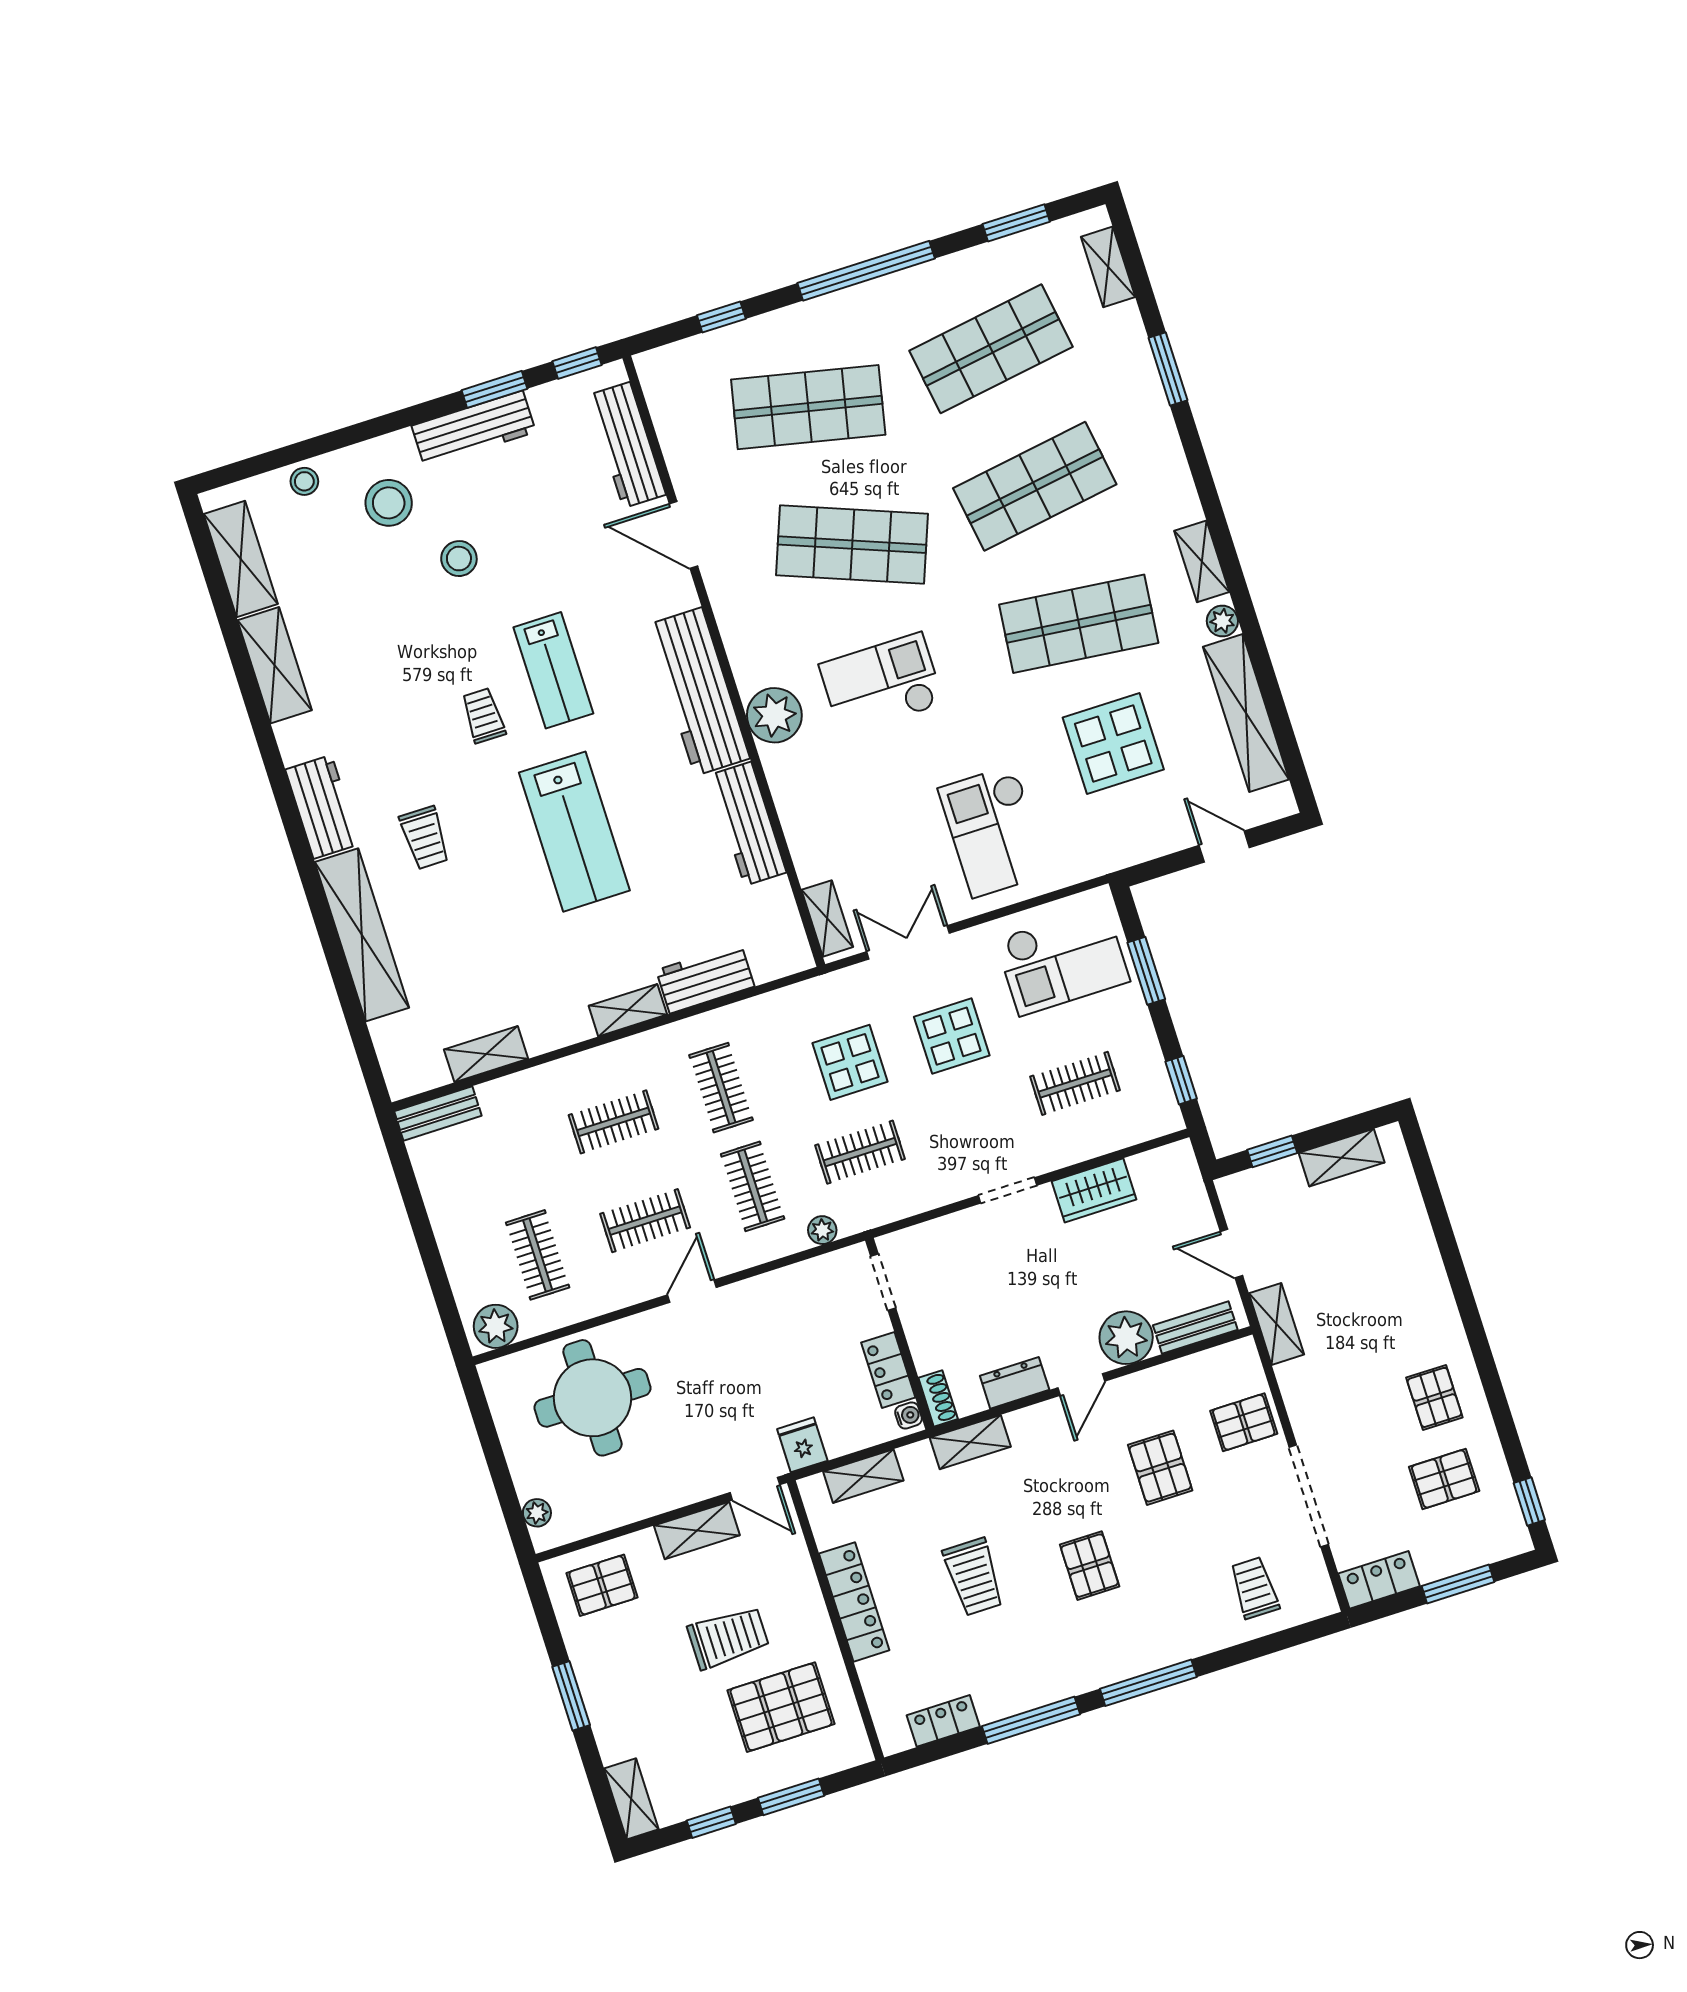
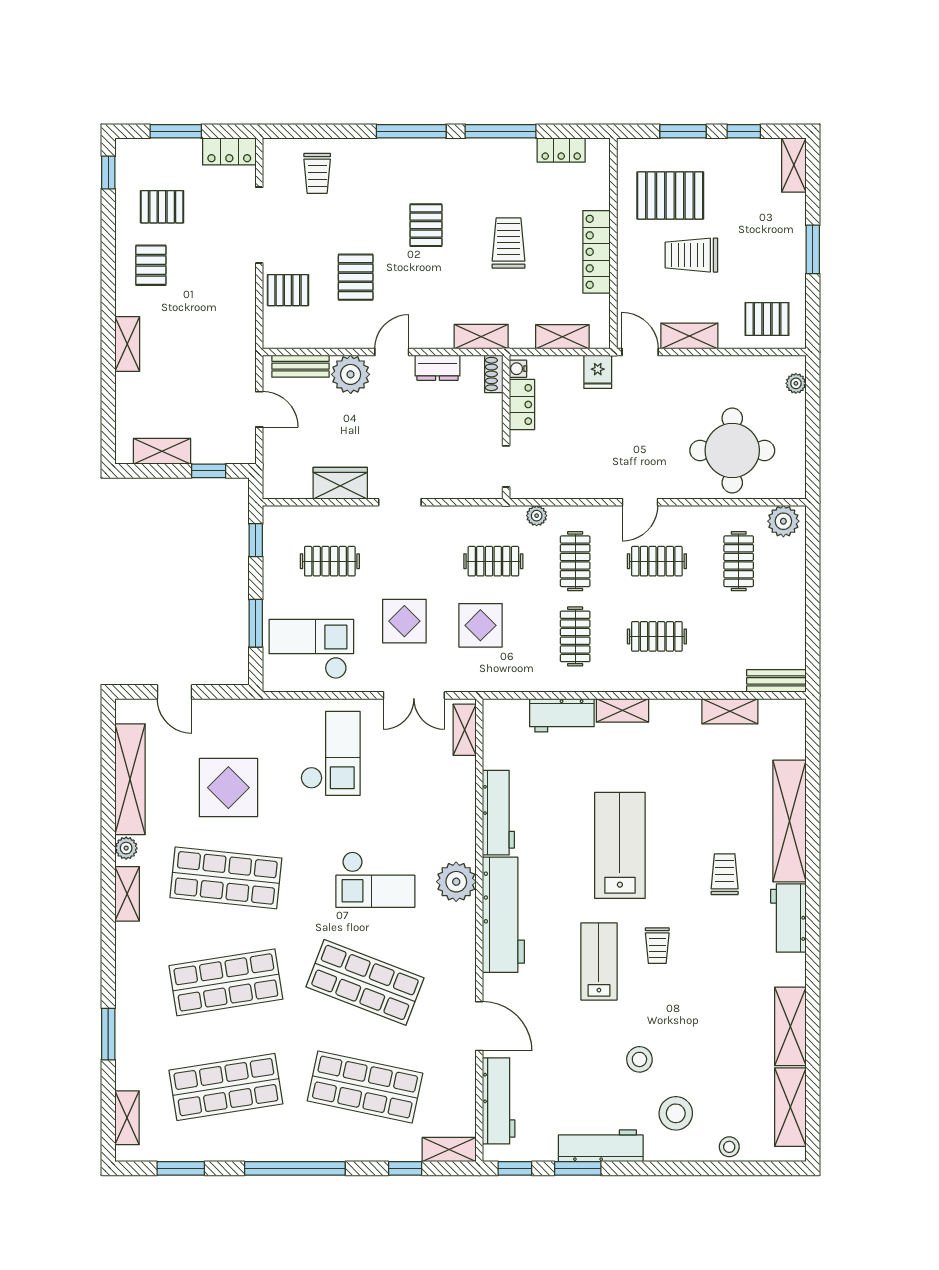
shelving: (671, 360) -> (449, 1150), added
shelving: (1276, 1324) -> (127, 344), moved

